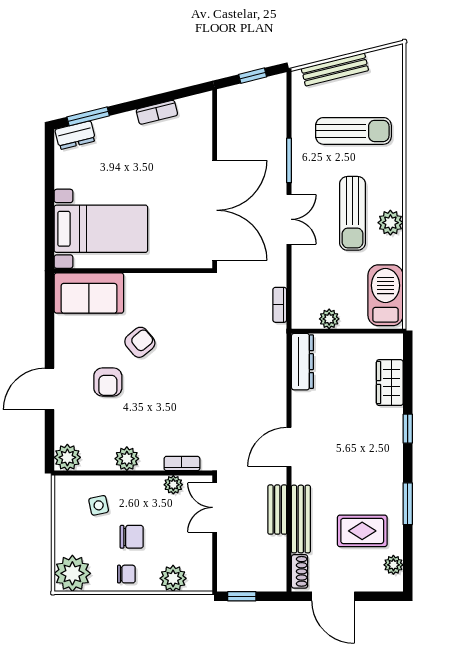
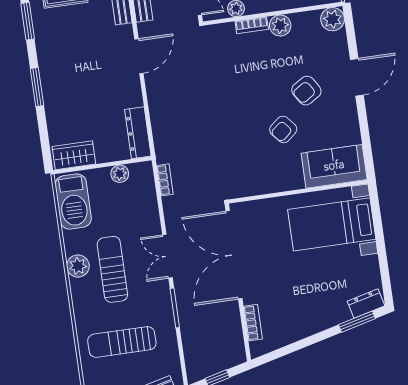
bookcase: (157, 112) -> (253, 323), moved, turned 104
armchair: (108, 382) -> (306, 91), turned -122
wardrobe: (390, 383) -> (74, 155), moved, turned -90
window: (408, 429) -> (37, 87), width x1.50
bookcase: (182, 464) -> (252, 25), moved

